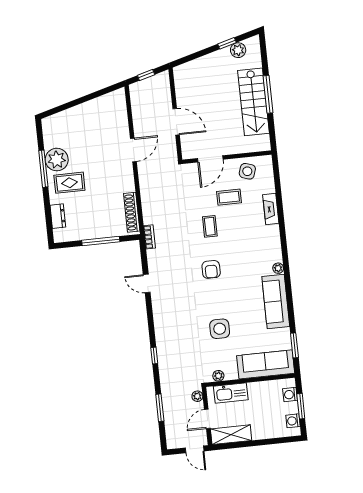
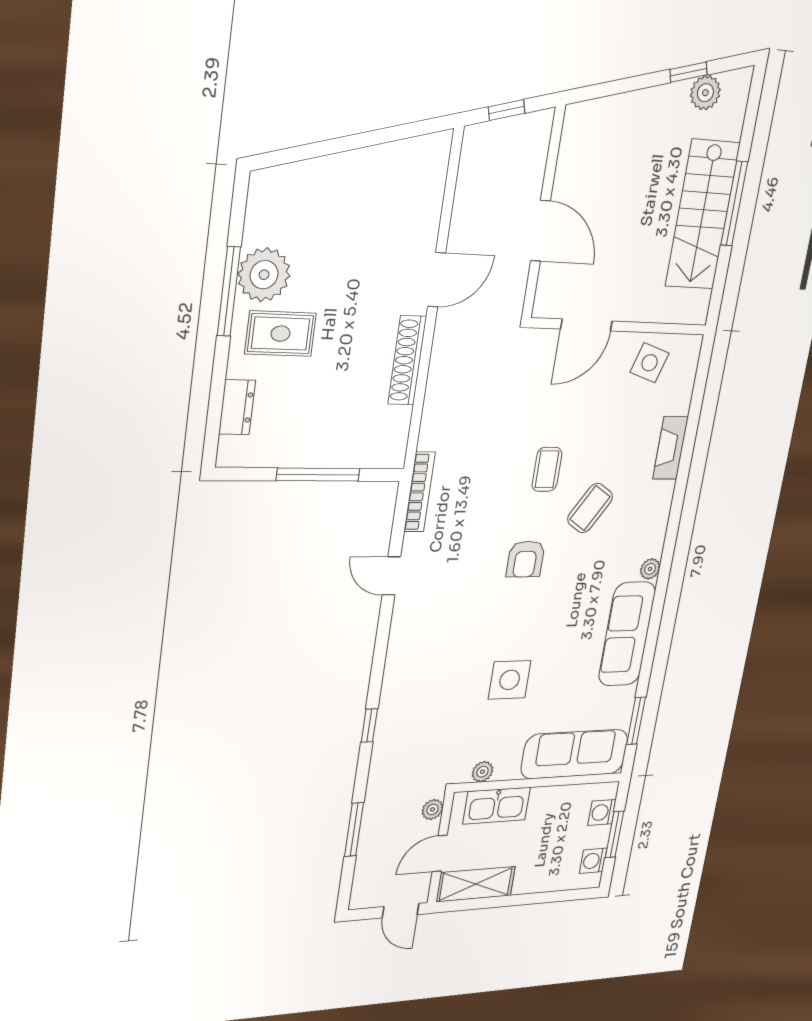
coffee table: (229, 197) -> (590, 508), moved, turned -57
shoe rack: (132, 212) -> (407, 360), moved
bookcase: (149, 237) -> (420, 492), width x1.56

